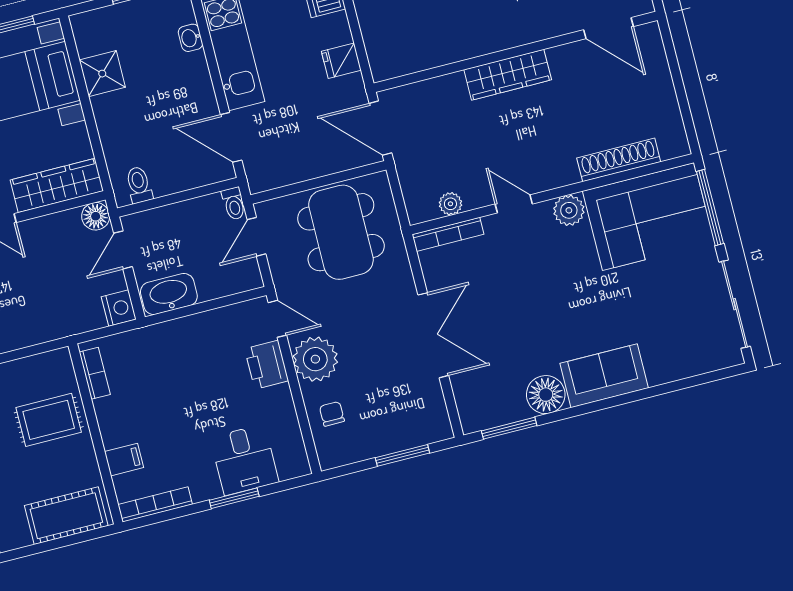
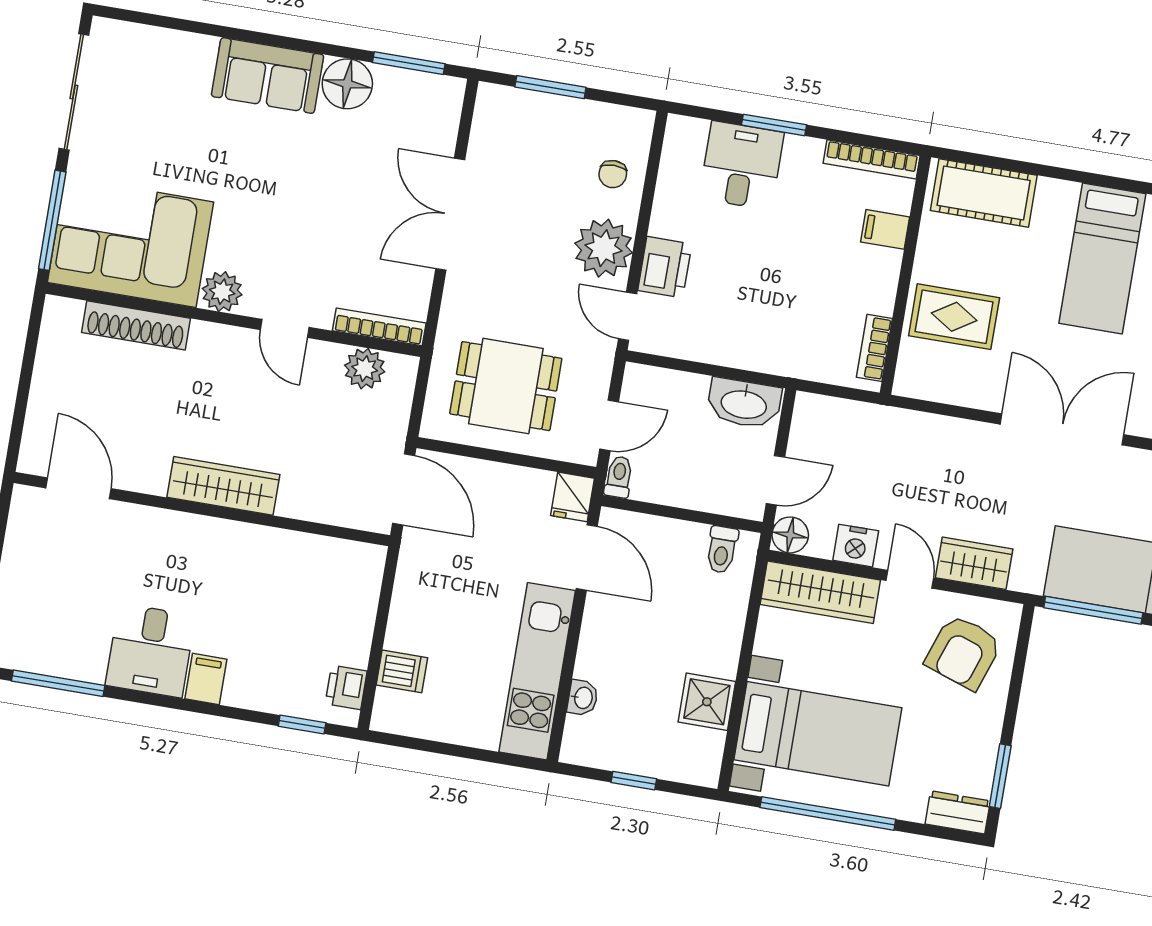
fridge: (341, 61) -> (572, 497), moved, turned 90
plant: (450, 204) -> (365, 369), width x1.38, depth x1.38
dining table: (341, 232) -> (506, 386), width x0.73
nightstand: (119, 308) -> (856, 546), moved, turned -90

